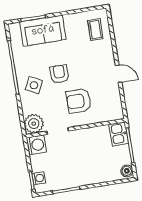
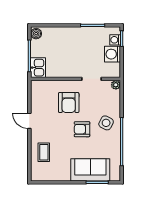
coffee table: (95, 30) -> (44, 152), moved
armchair: (59, 74) -> (82, 129), turned 90
armchair: (79, 101) -> (69, 103), turned 90
plant: (34, 124) -> (116, 85), width x0.53, depth x0.53
washing machine: (36, 145) -> (112, 54), moved

